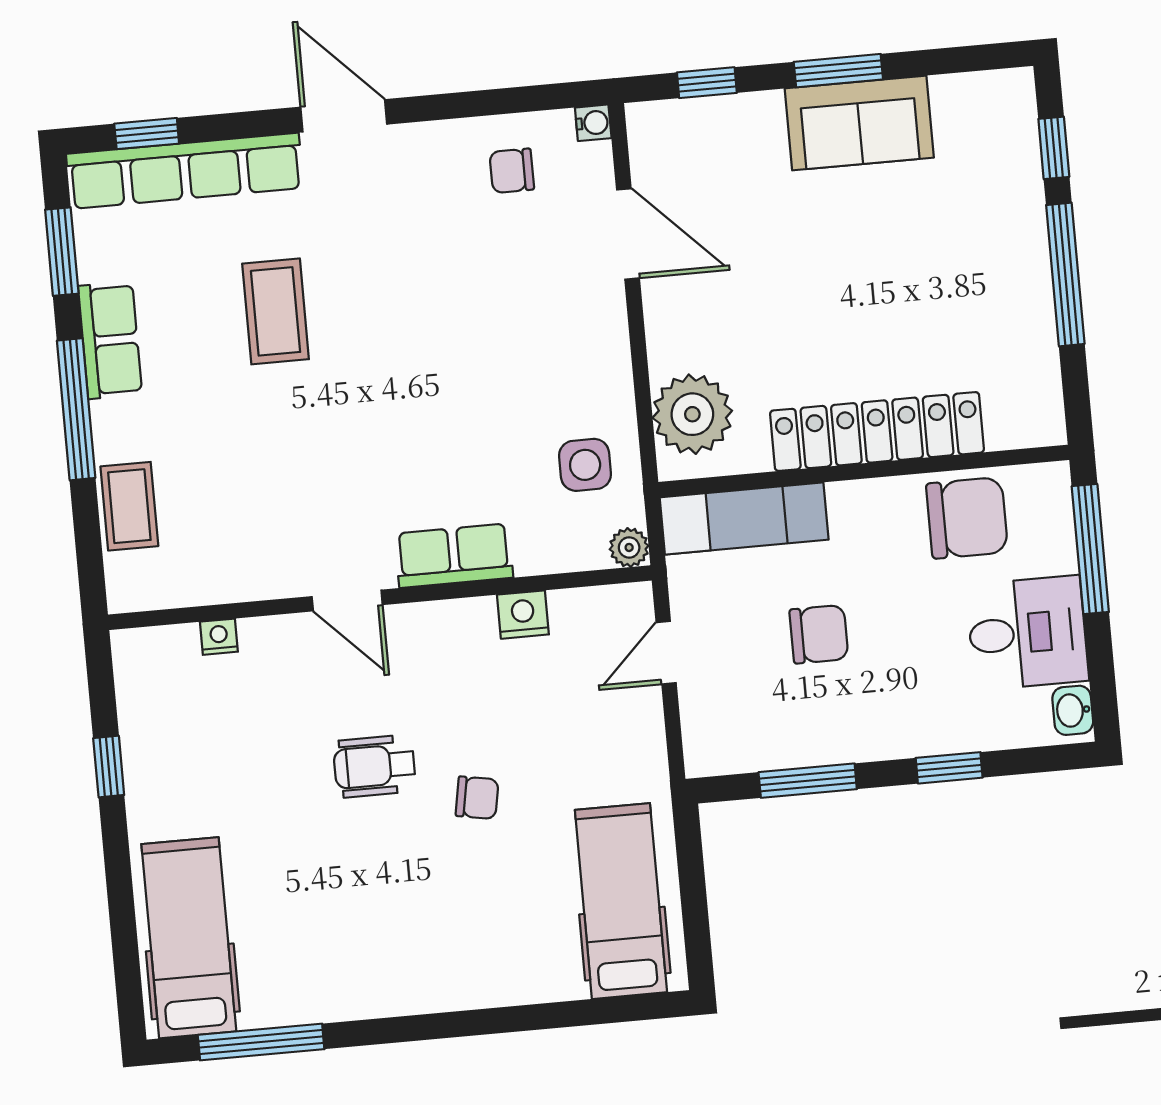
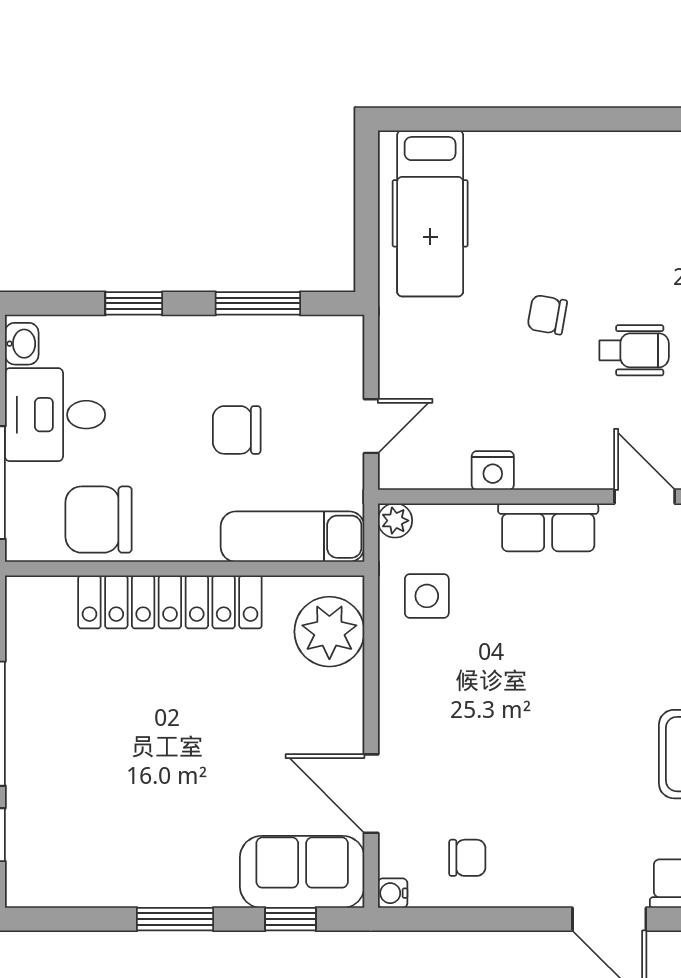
sofa: (859, 123) -> (302, 872), moved

